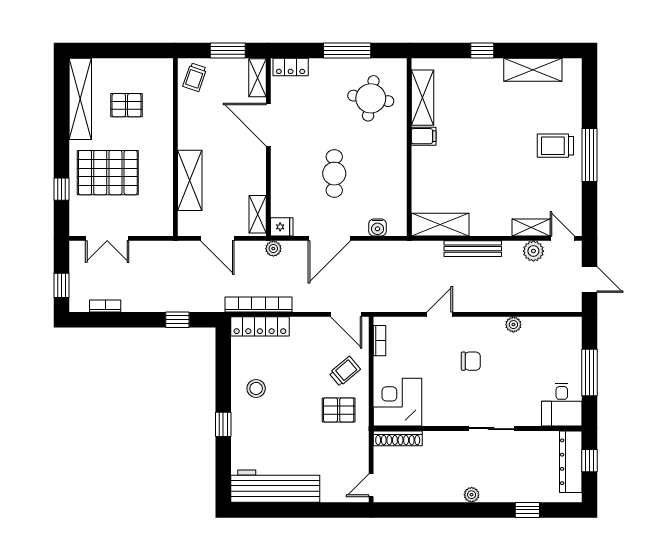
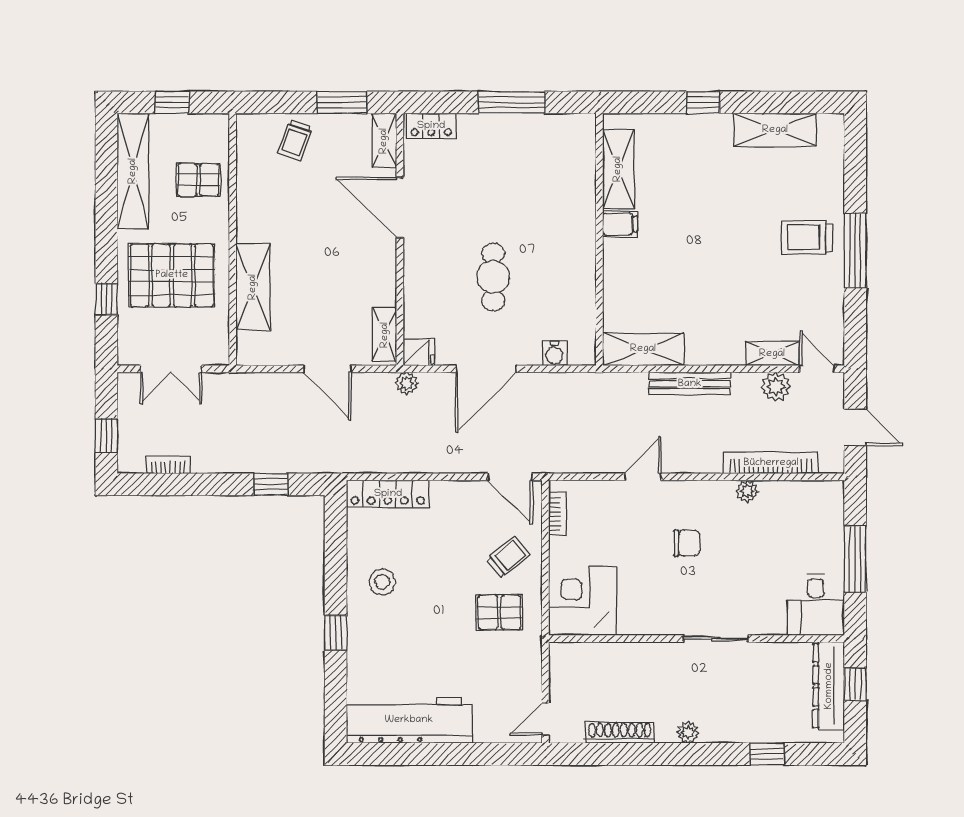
window: (108, 51) -> (172, 102), added
round table: (371, 98) -> (545, 170), removed
wall: (175, 147) -> (233, 239), moved
shelving: (190, 180) -> (253, 287), moved
bookcase: (258, 305) -> (771, 463), moved
shoe rack: (398, 438) -> (620, 733), moved, turned 180

